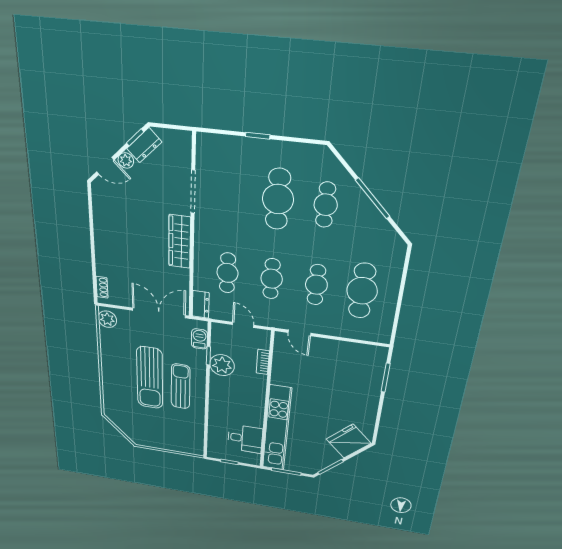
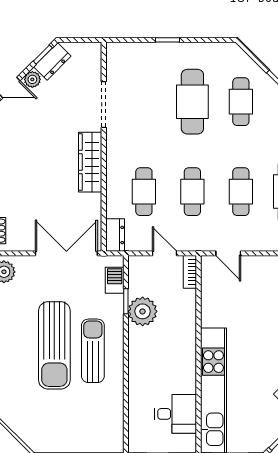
bookcase: (263, 362) -> (190, 272), moved

